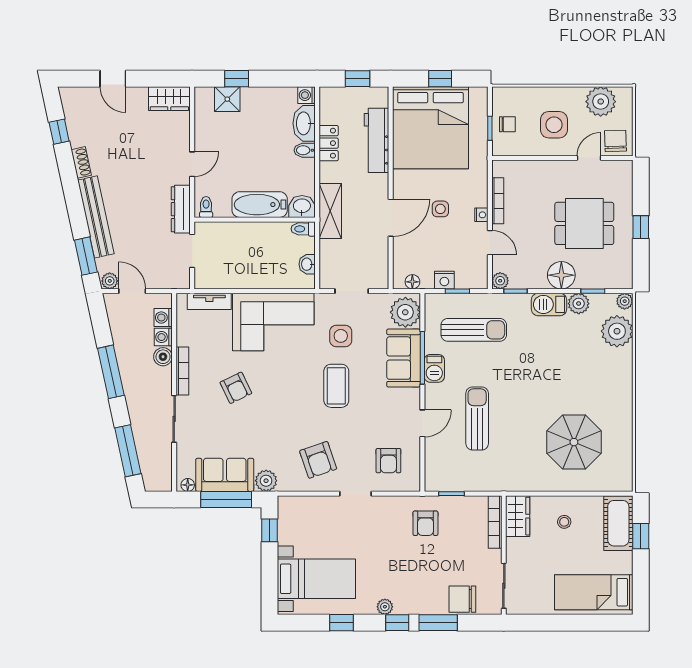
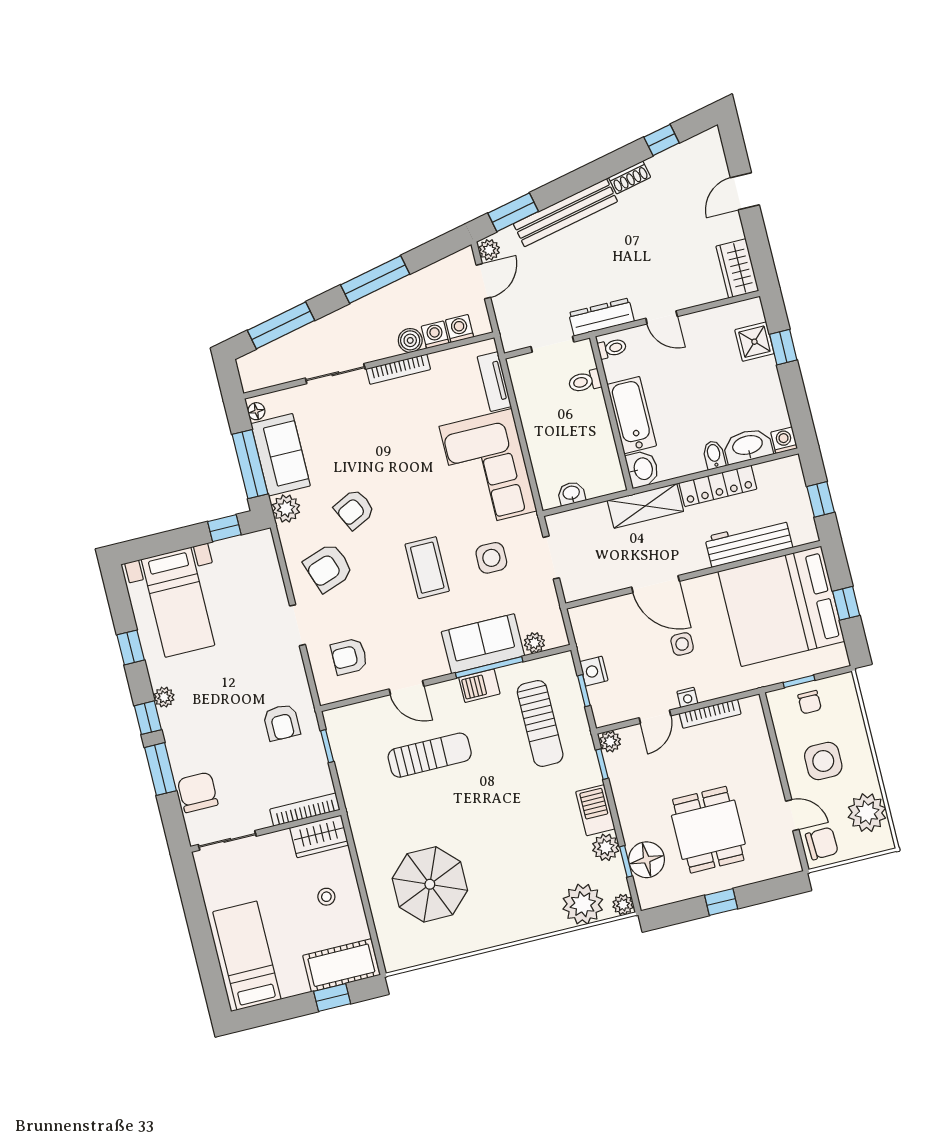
locker: (329, 143) -> (718, 486), width x1.53
toilet: (303, 229) -> (585, 381), moved, turned -90
floor lamp: (561, 275) -> (647, 860), moved
floor lamp: (412, 282) -> (582, 631), removed
plant: (405, 312) -> (534, 643), width x0.53, depth x0.53
coffee table: (336, 386) -> (427, 568), turned 90
armchair: (236, 388) -> (354, 509), moved
armchair: (425, 523) -> (282, 722), turned -90

